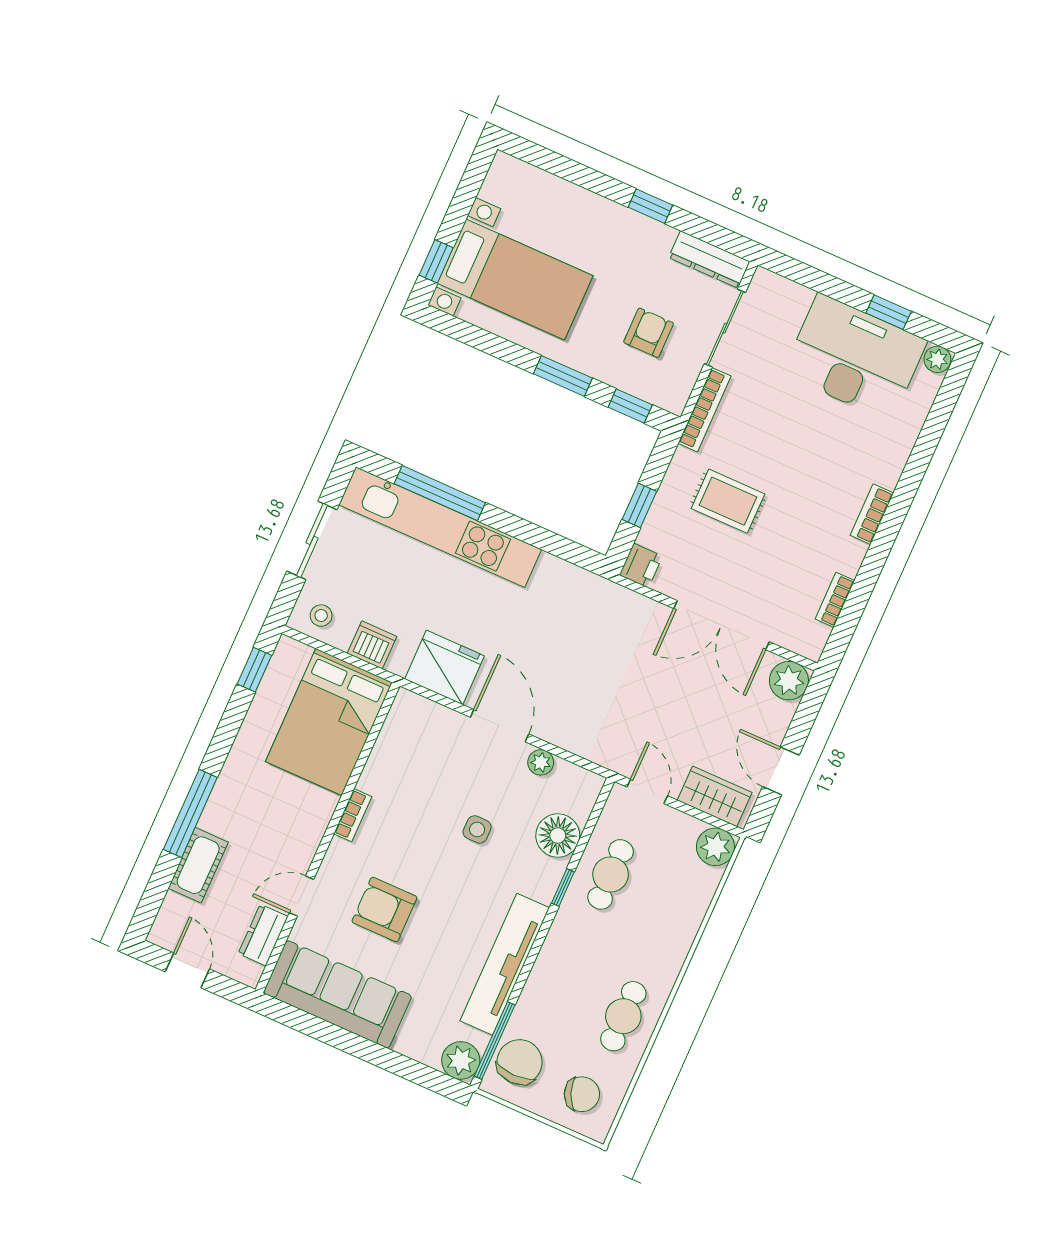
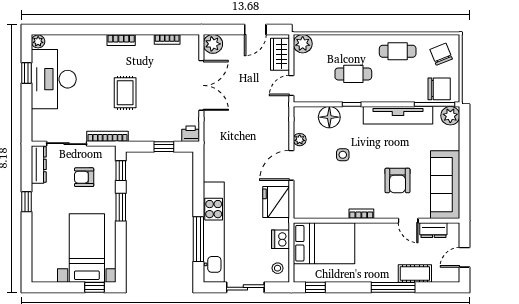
rug: (728, 501) -> (125, 93), moved
cafe table: (611, 874) -> (353, 74), moved
chair: (520, 1062) -> (439, 89), turned 180

